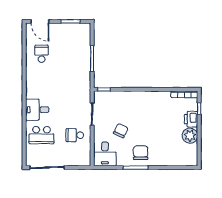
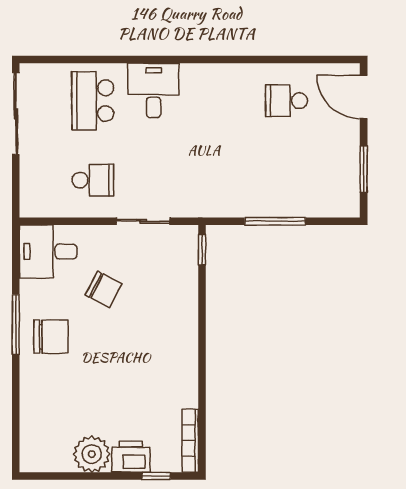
door: (40, 21) -> (364, 97), hinge flipped
school desk: (41, 54) -> (287, 101), turned 180
school desk: (75, 135) -> (93, 180), turned 90

